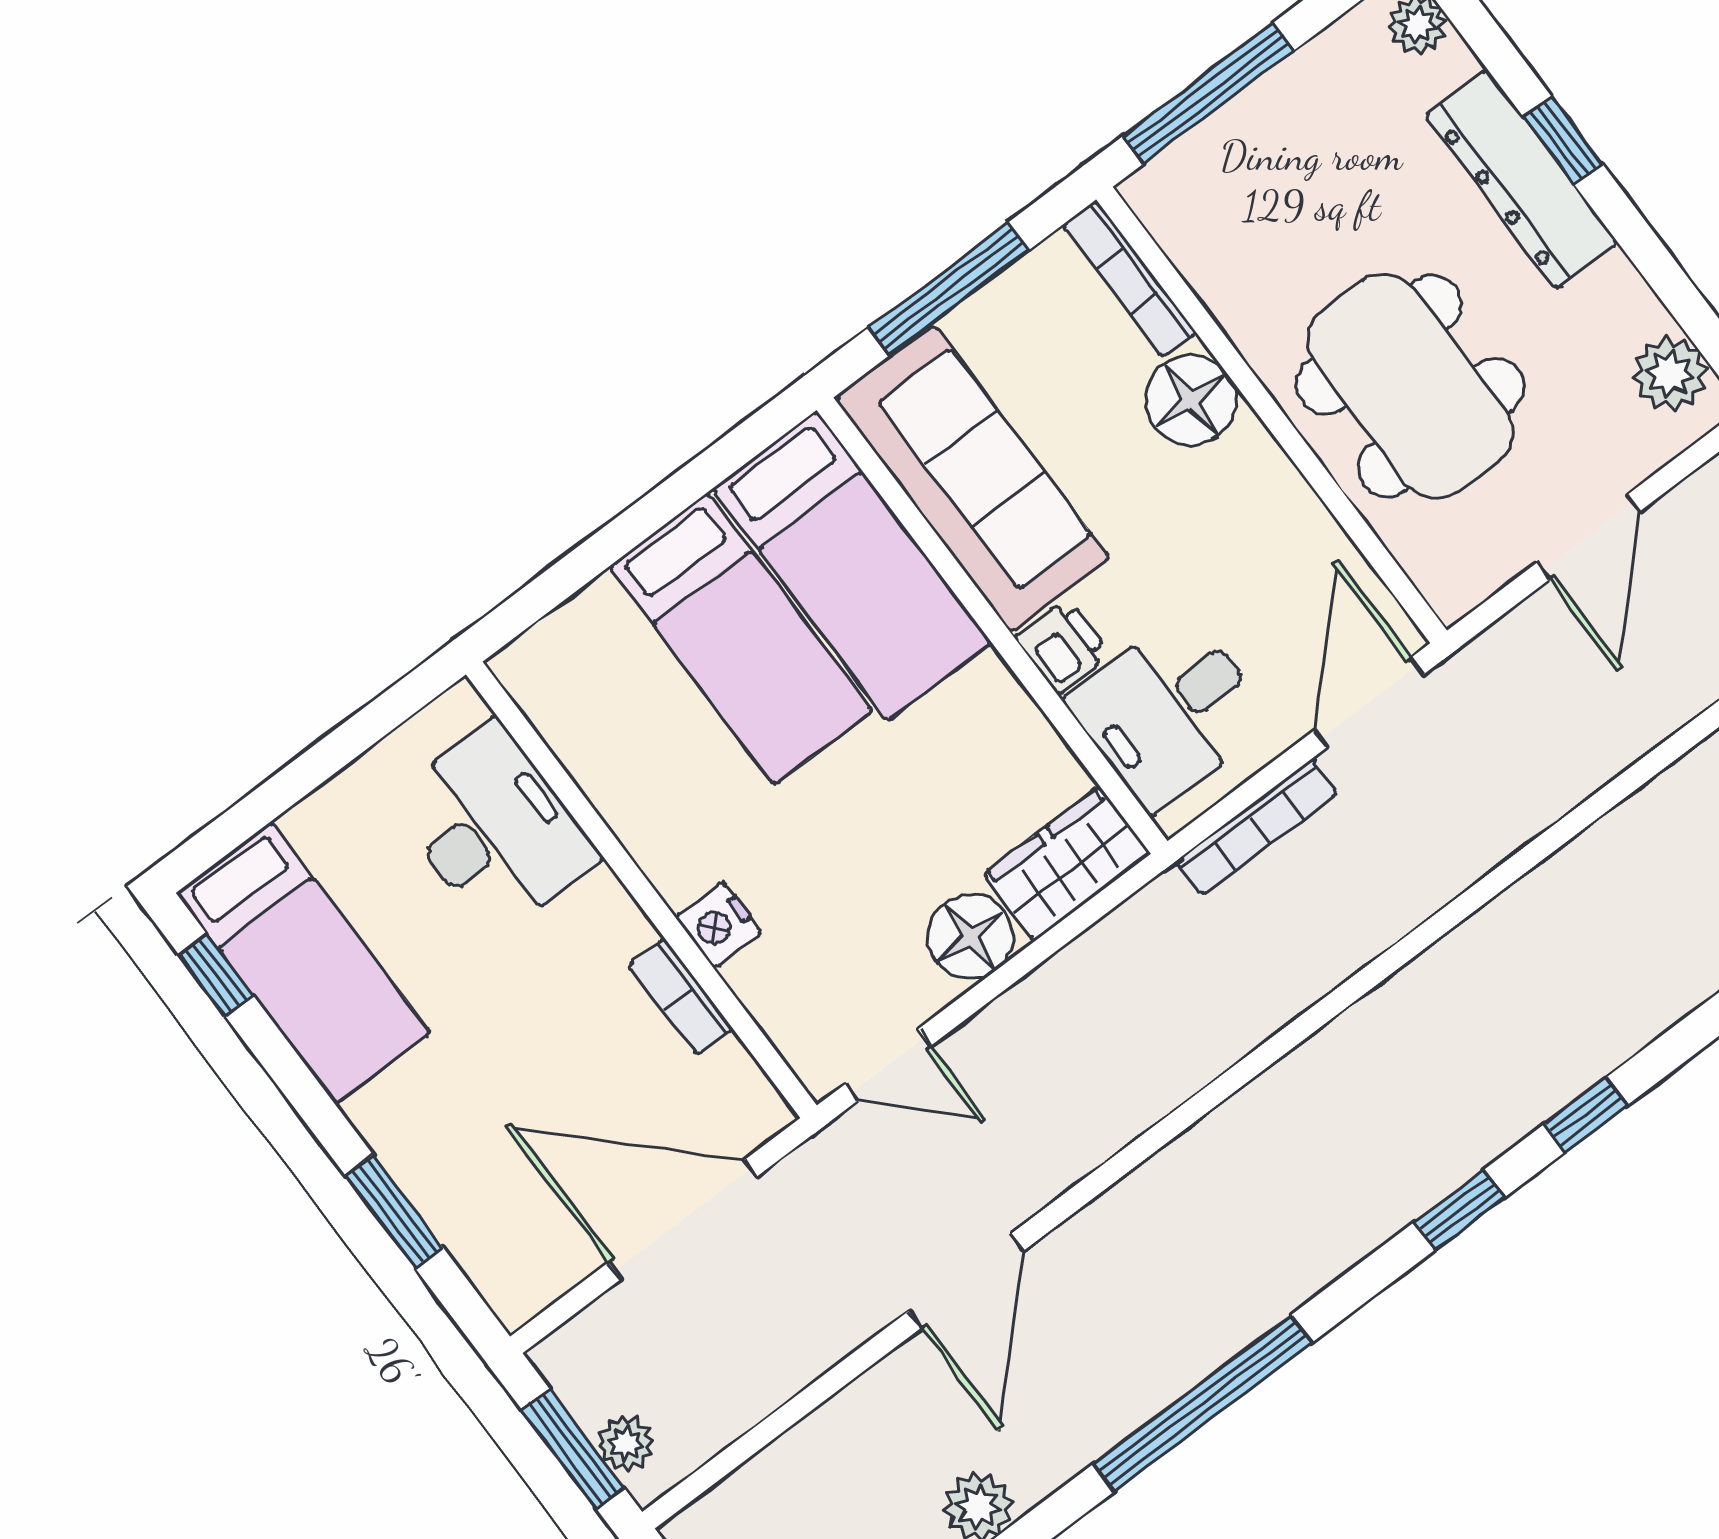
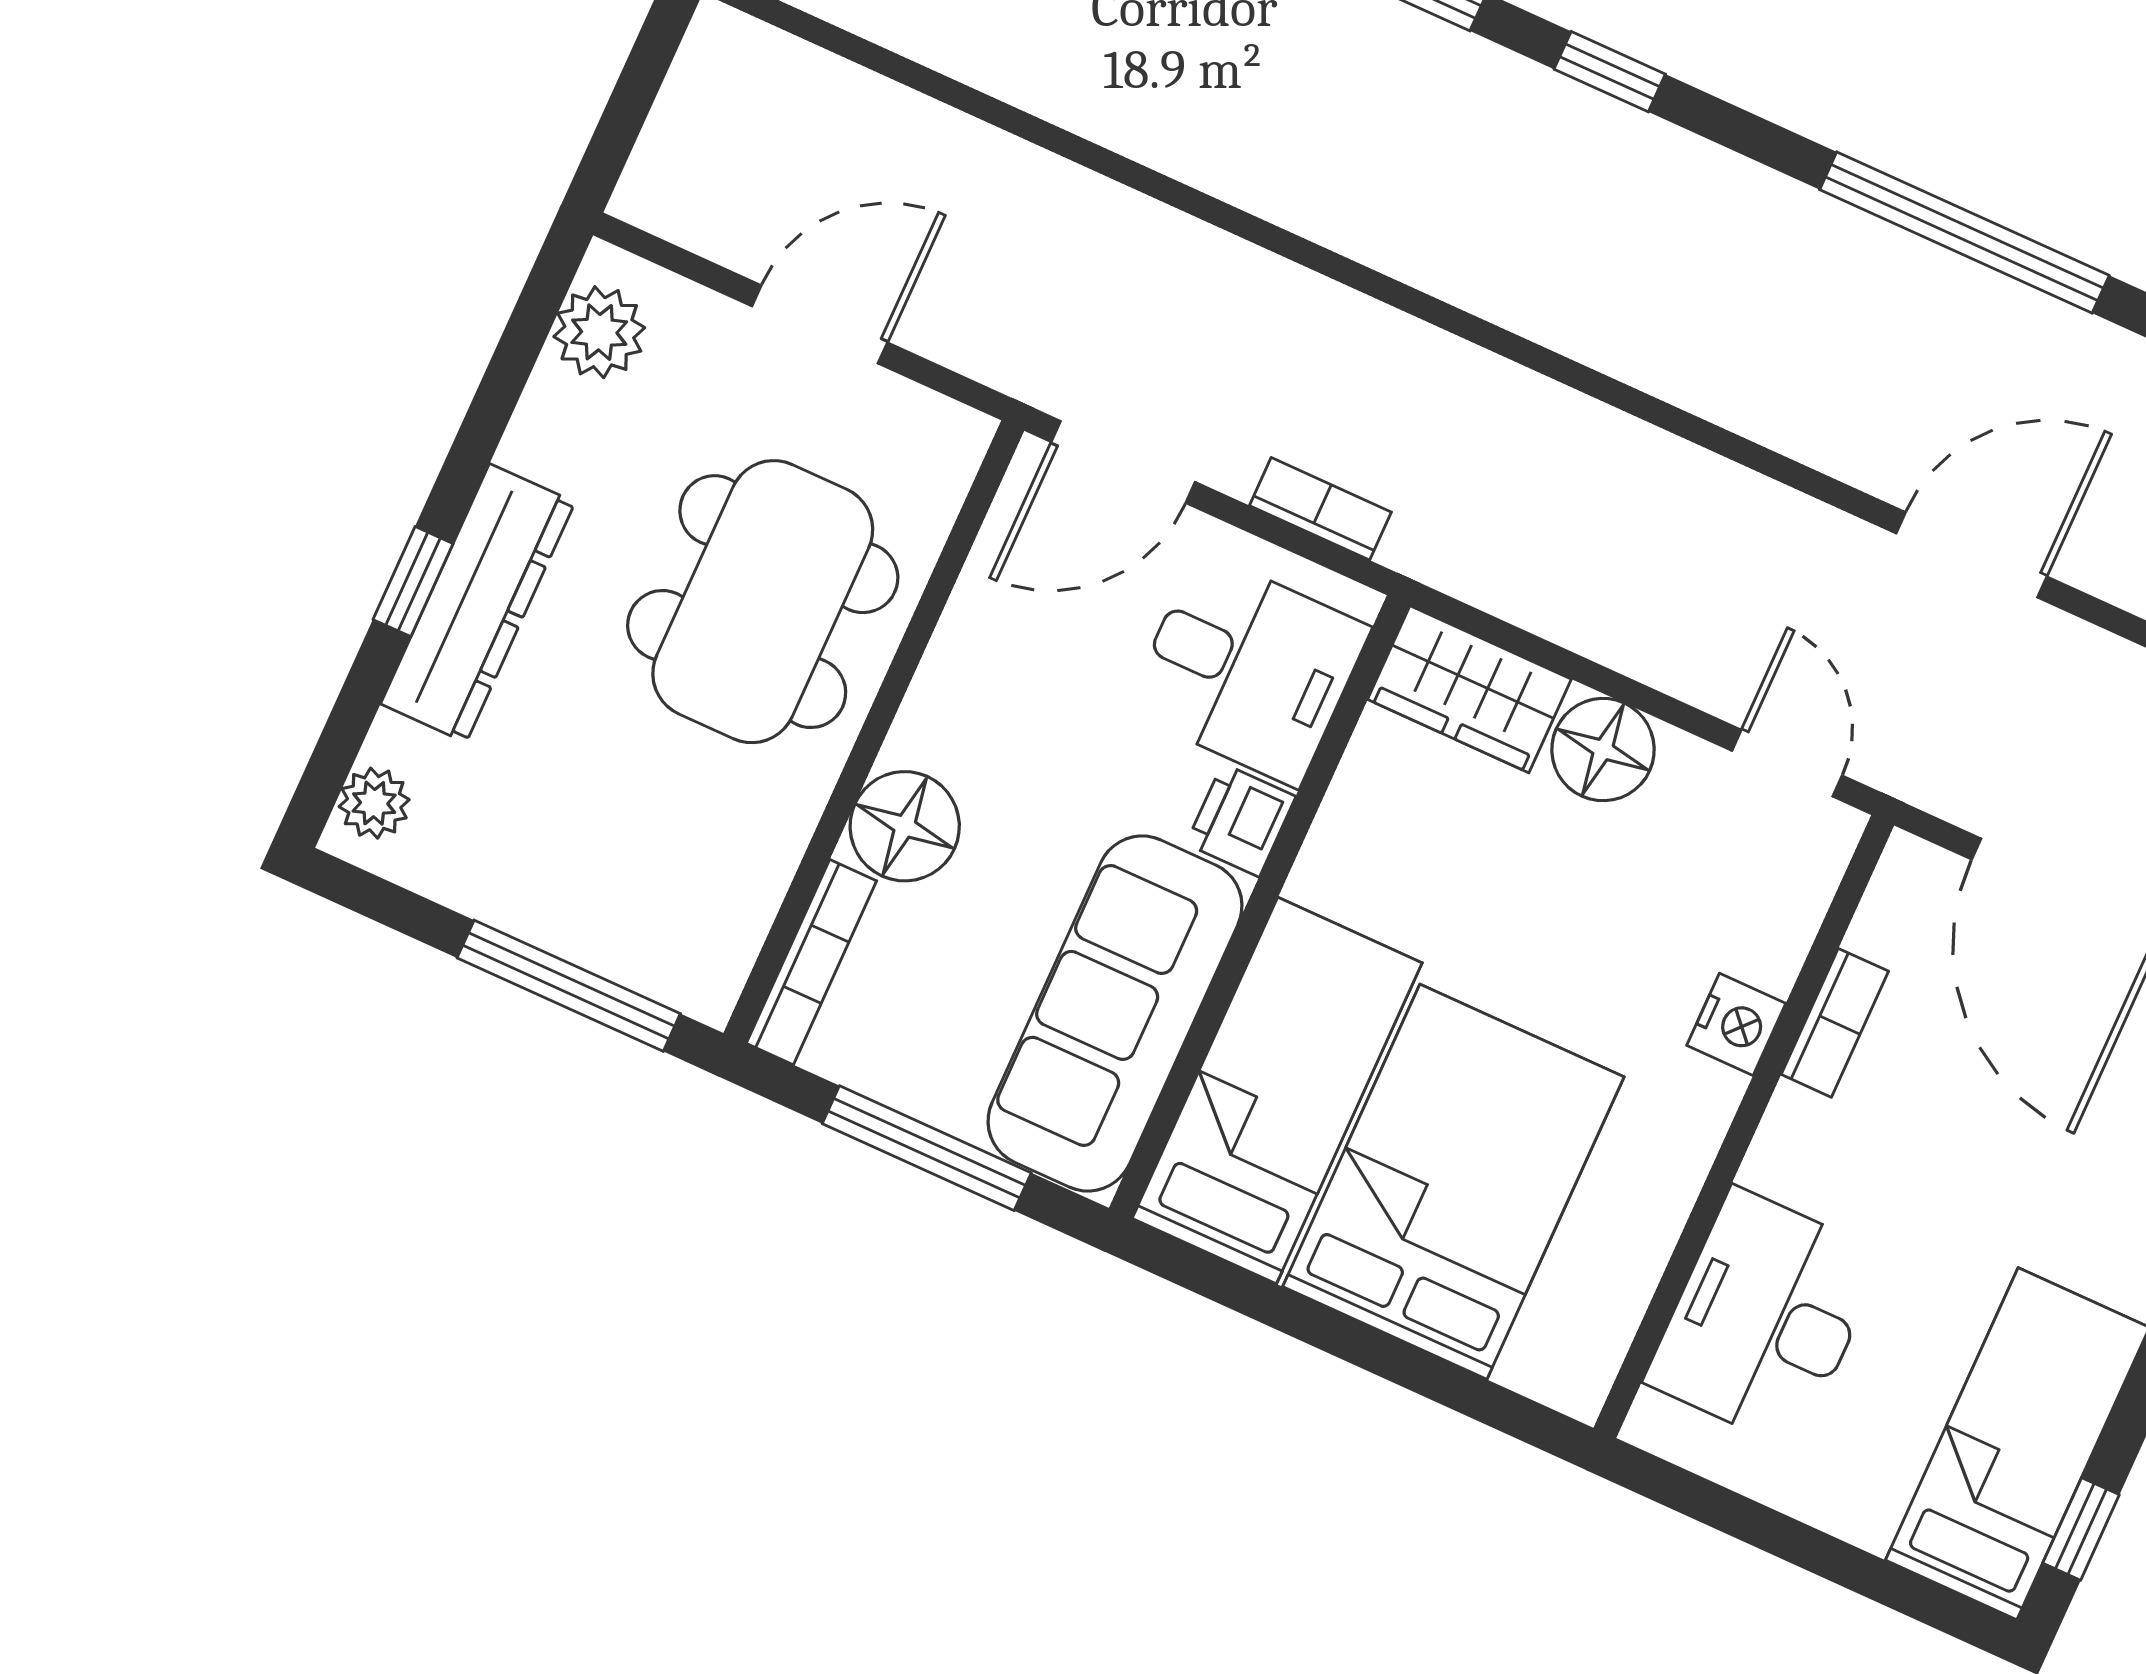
bed: (741, 639) -> (1453, 1182), width x1.50
bookcase: (1257, 827) -> (1320, 509), width x0.64

